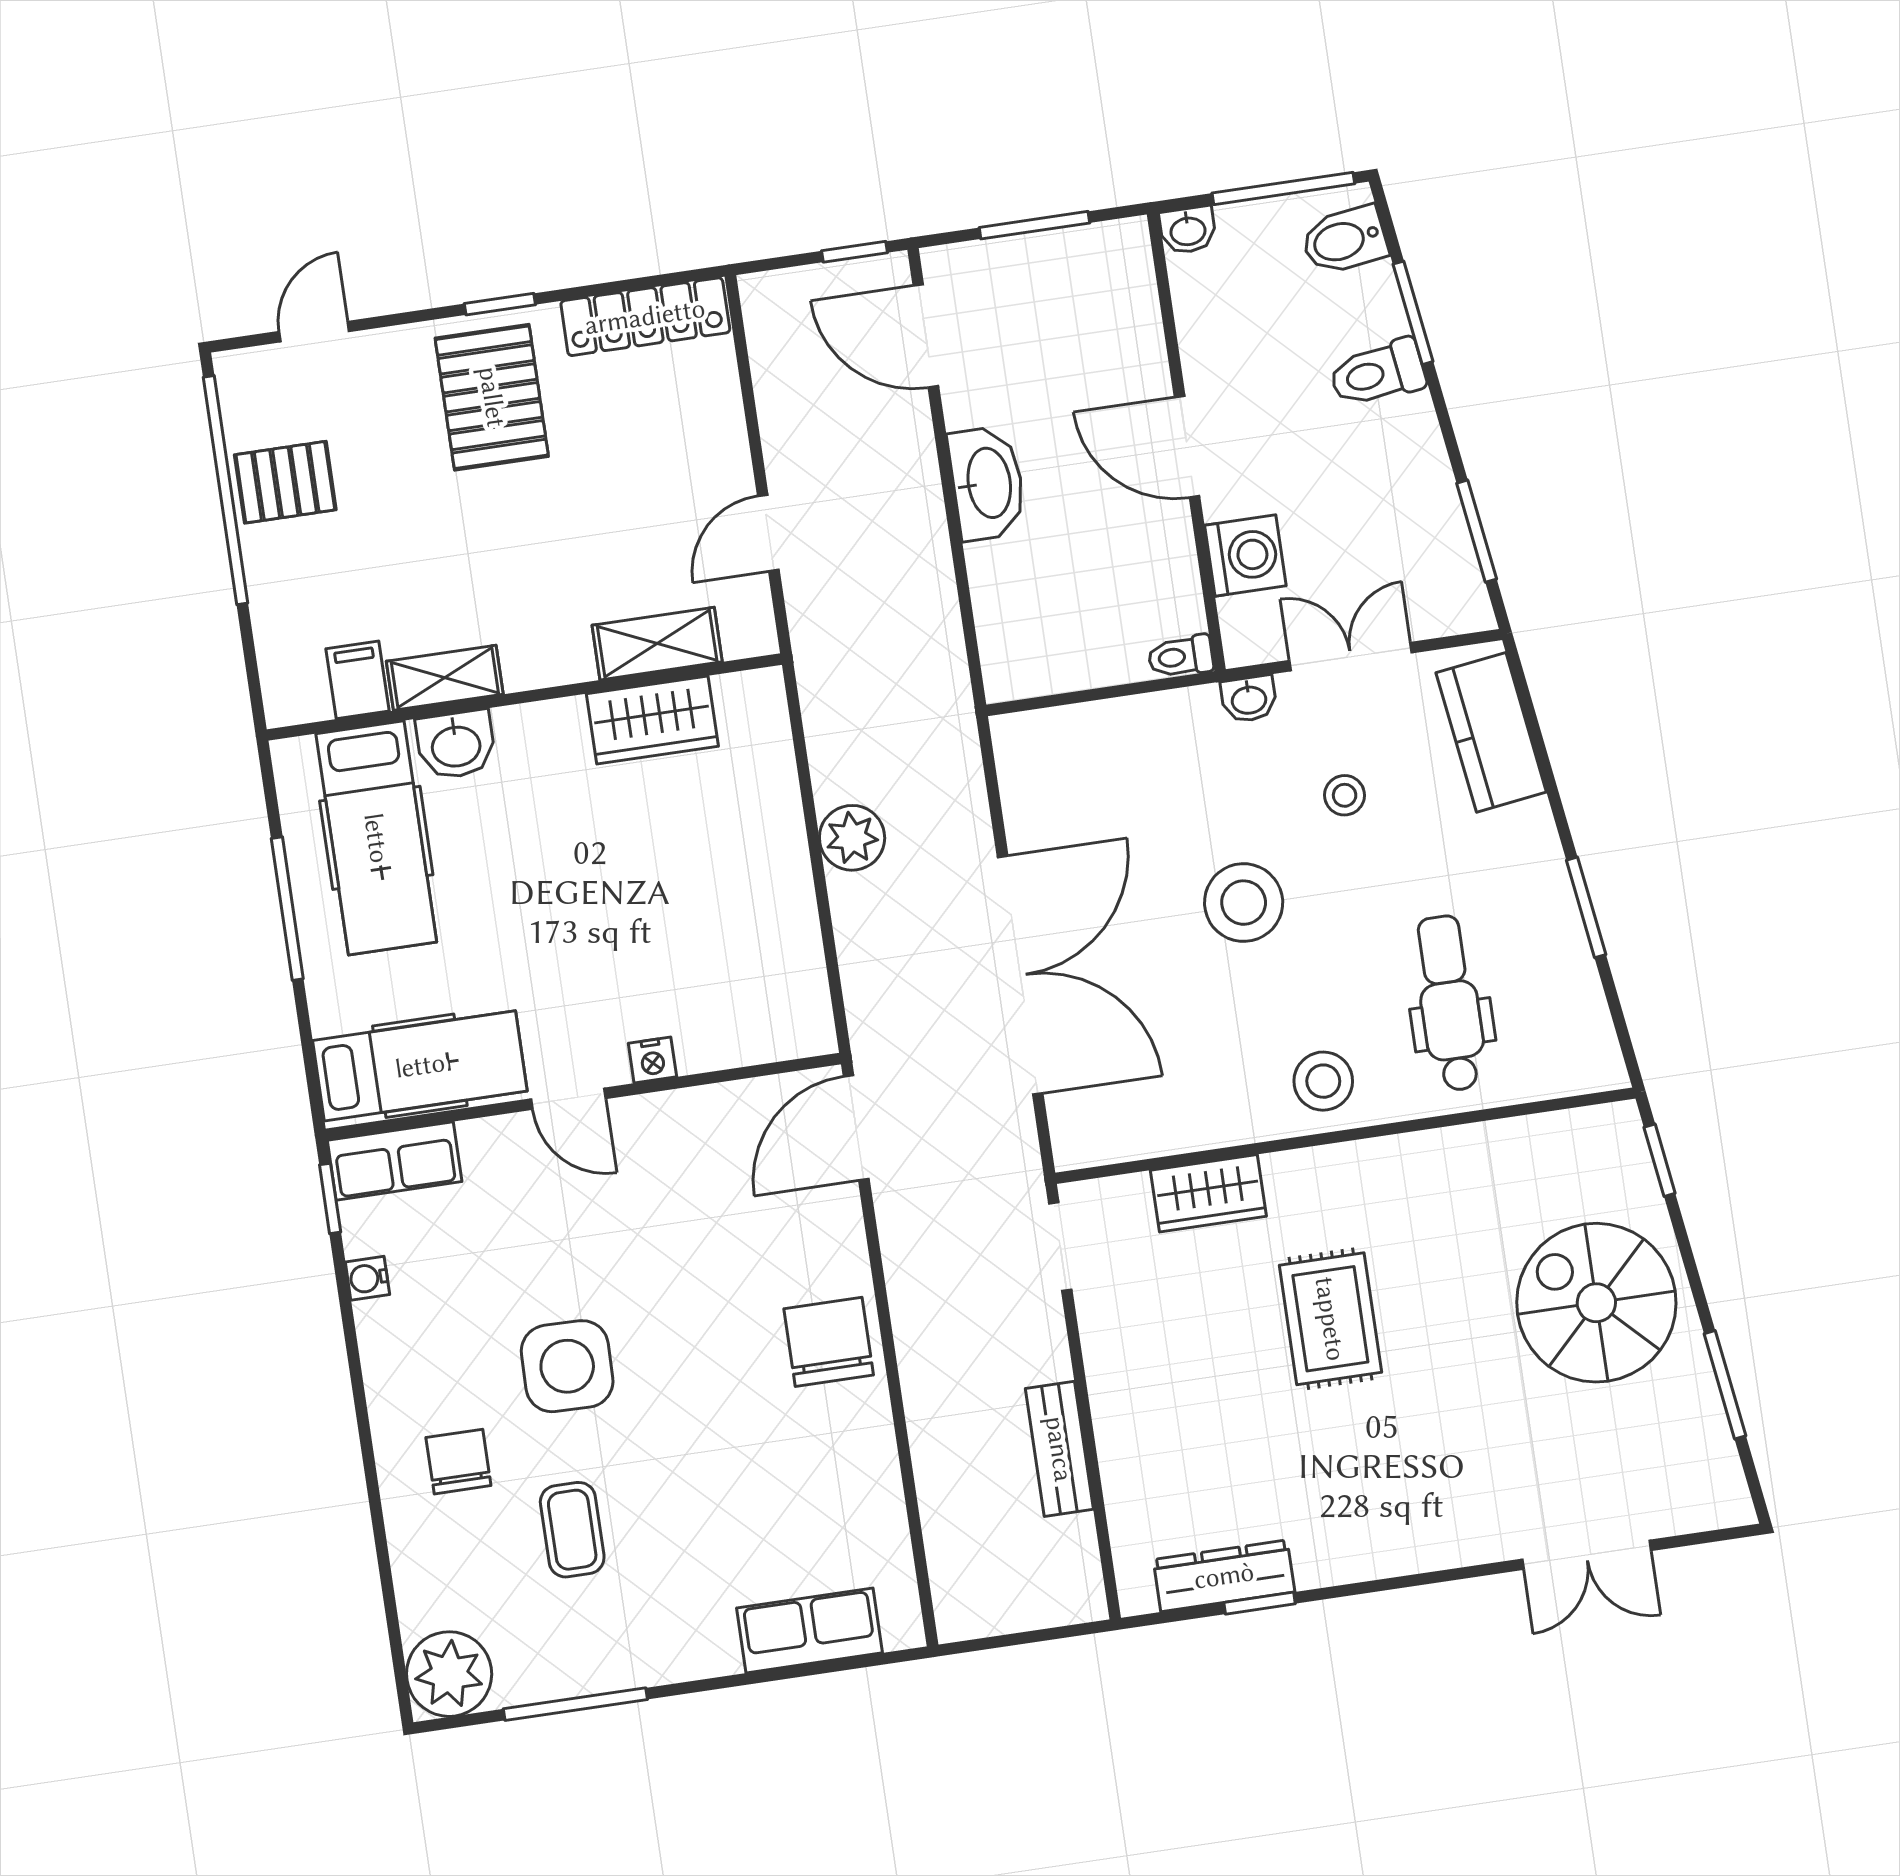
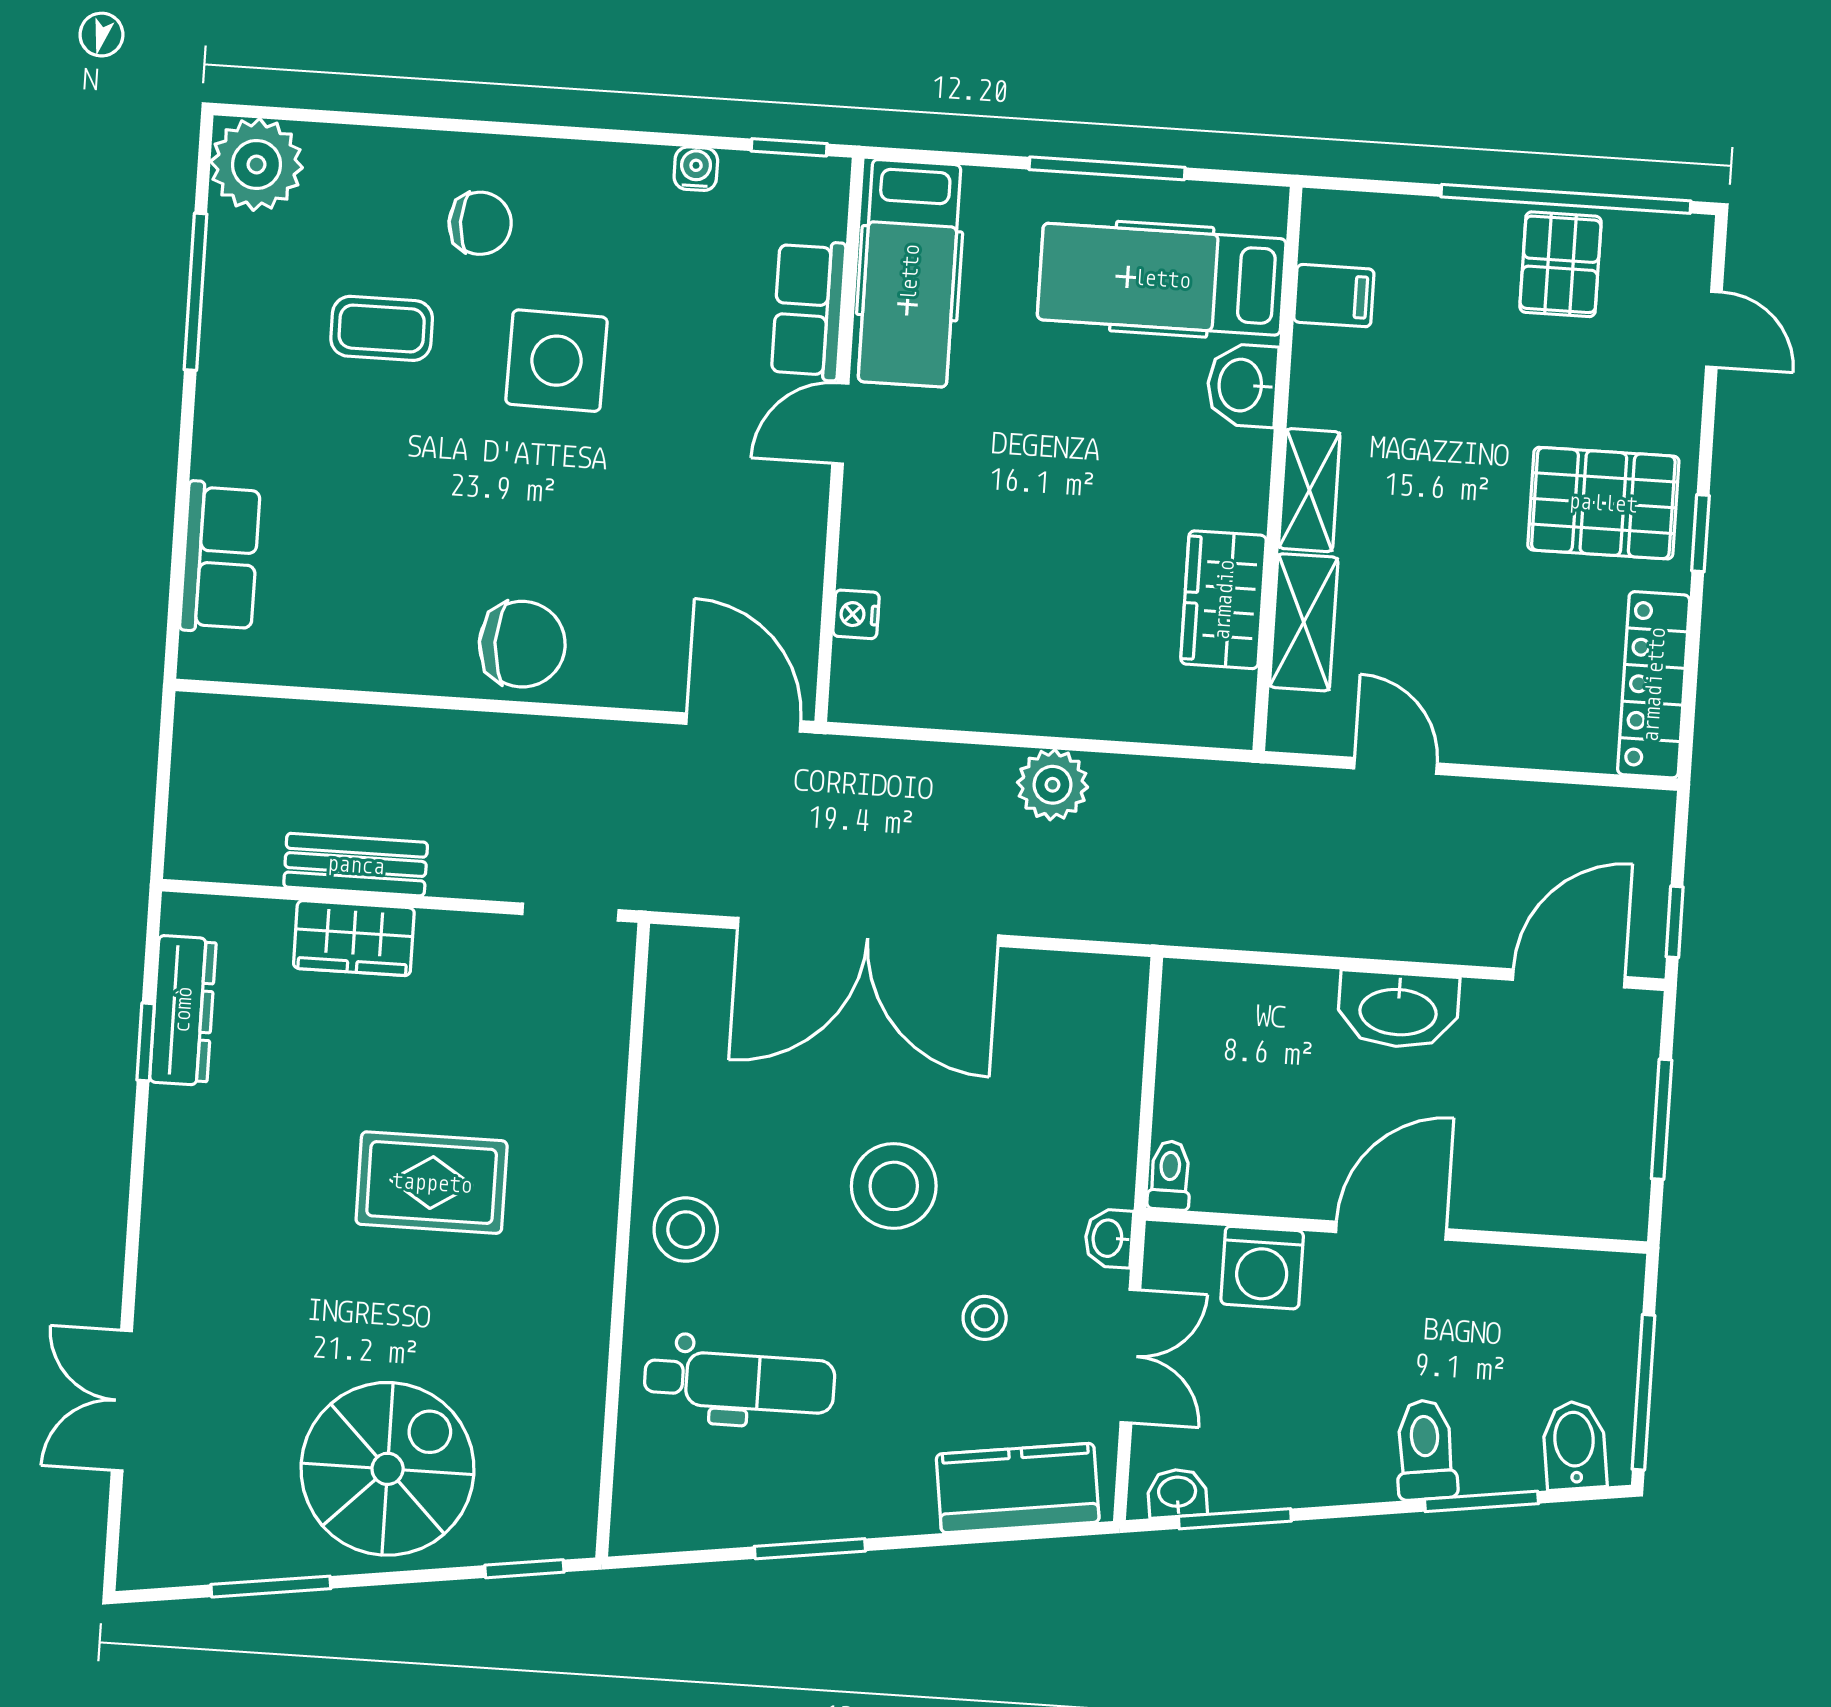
washbasin: (1188, 230) -> (1177, 1493), moved, turned 82
shelving: (445, 678) -> (1309, 490), moved
nightstand: (652, 1060) -> (856, 614), moved
row of seats: (395, 1161) -> (809, 310), moved
wardrobe: (1208, 1193) -> (354, 938), moved, turned -90

